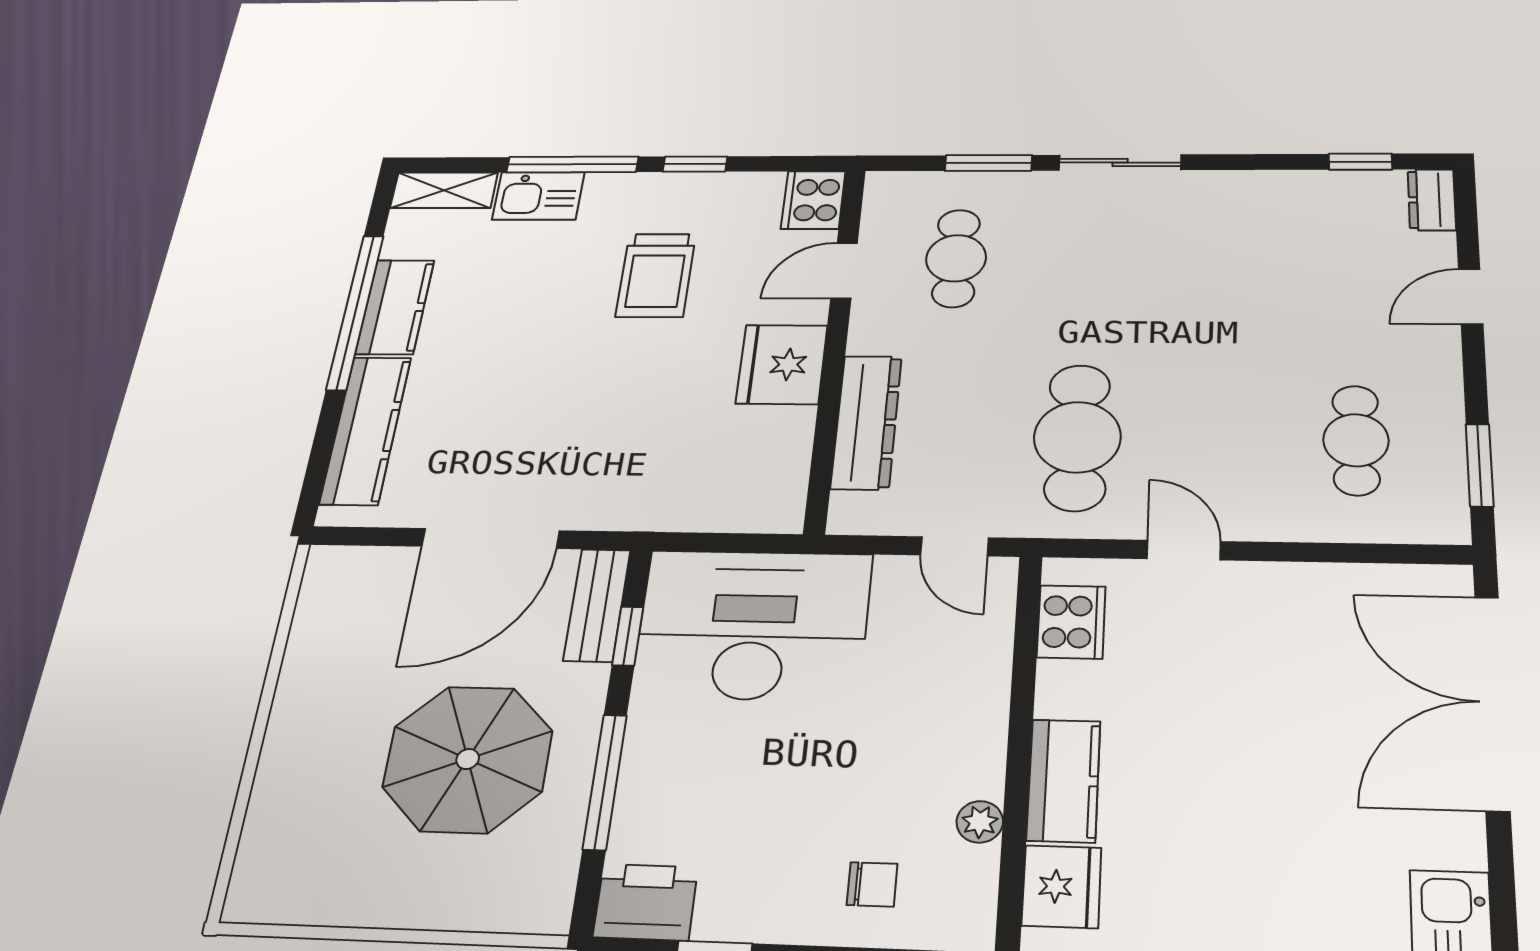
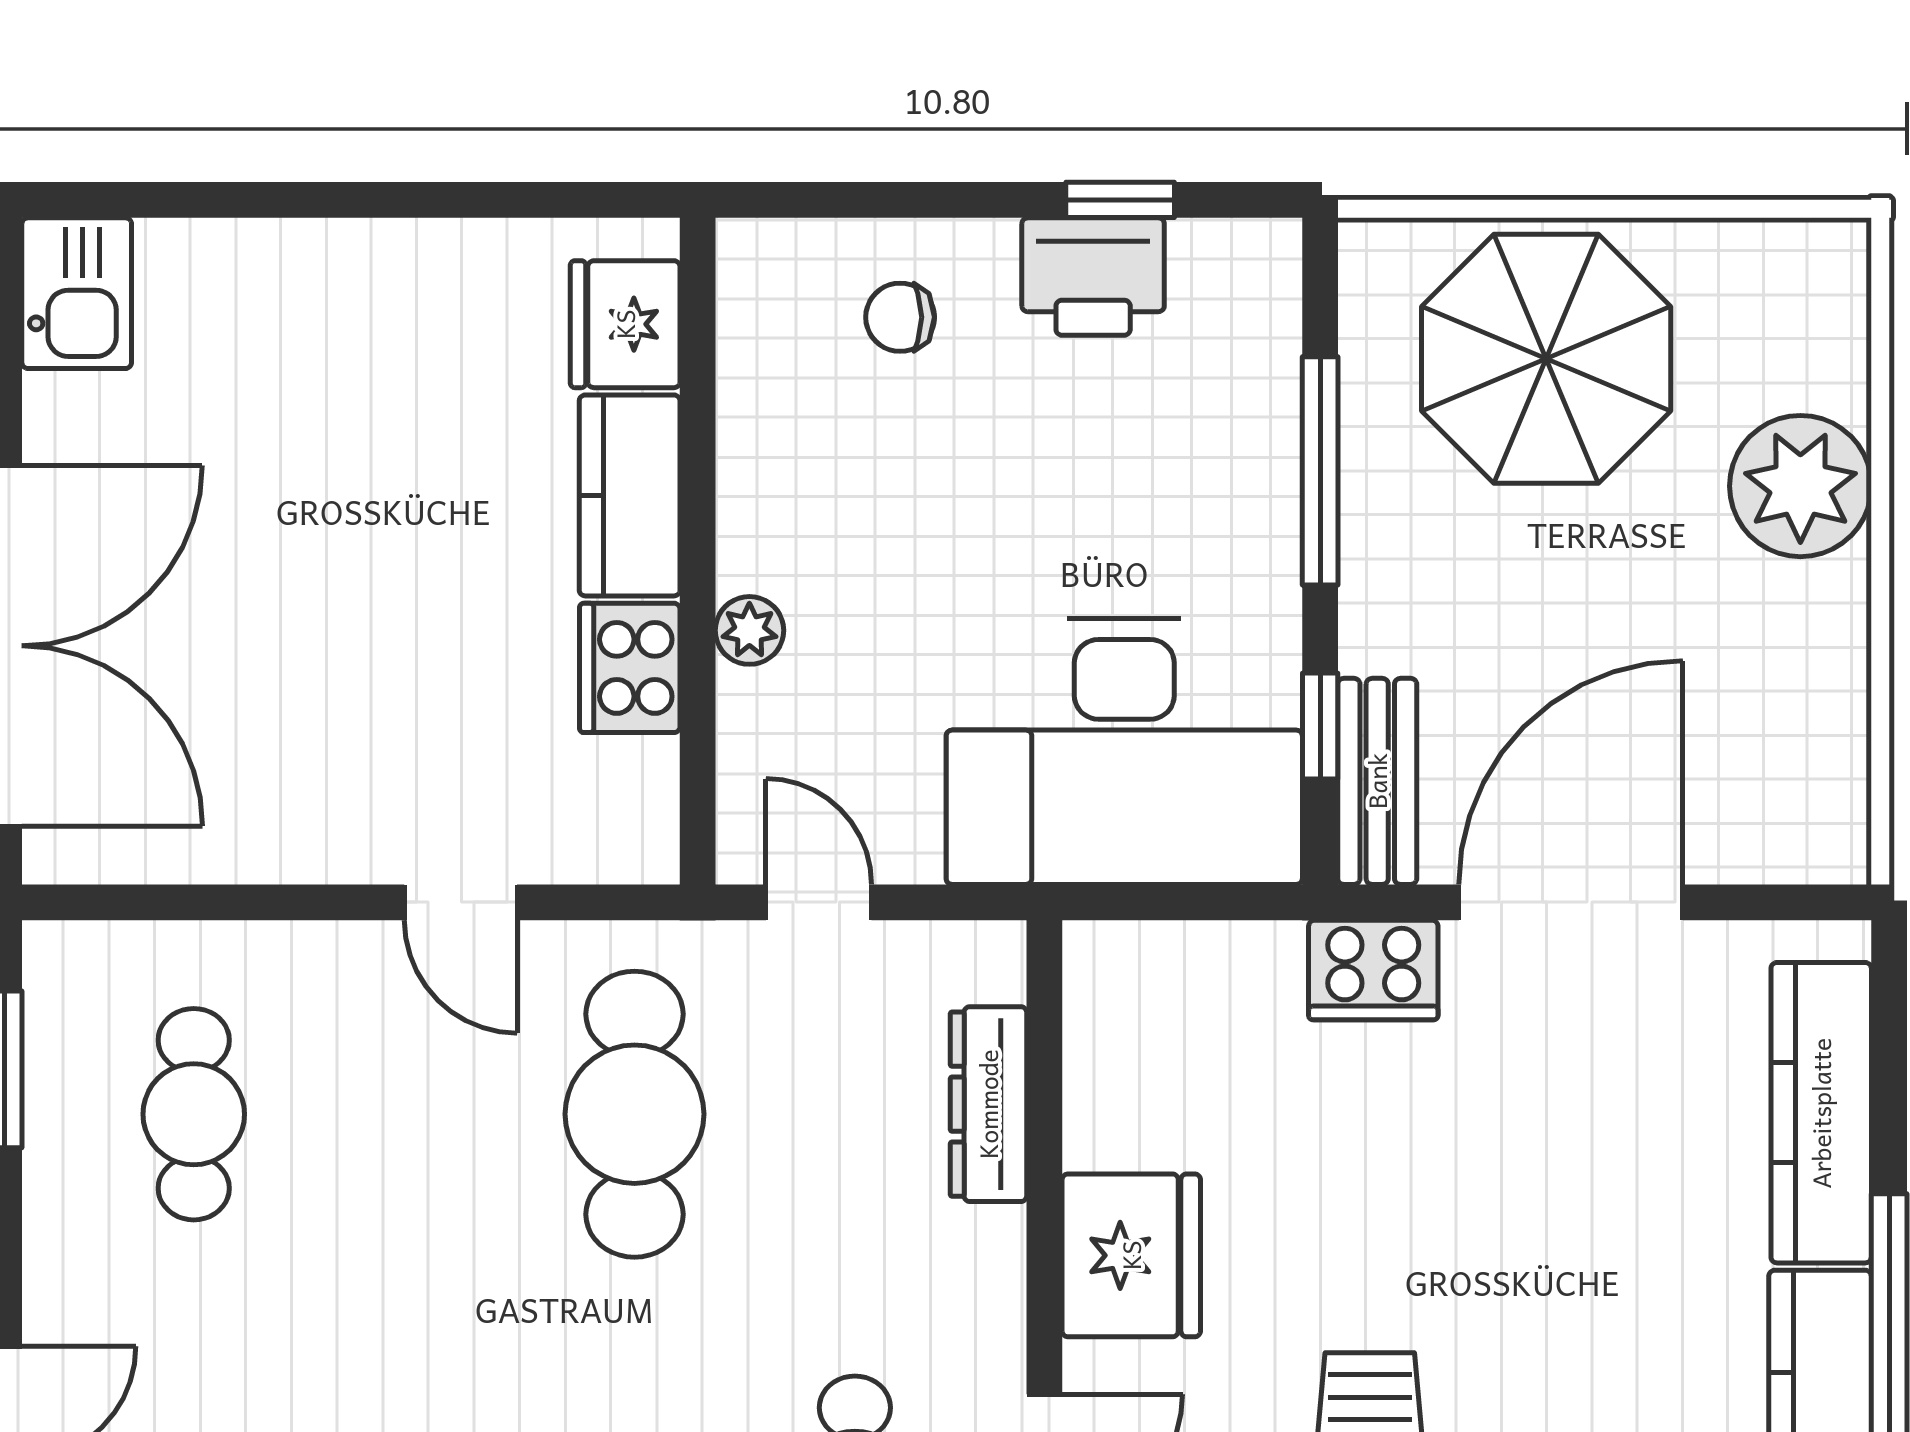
dresser: (866, 422) -> (988, 1104), width x0.73, depth x0.80
cooker: (616, 505) -> (1373, 970), added
cooker: (1071, 622) -> (630, 668), moved
parasol: (468, 759) -> (1546, 359), moved
plant: (301, 764) -> (1800, 486), added
plant: (980, 822) -> (749, 630), moved
printer: (646, 902) -> (1093, 277), moved

